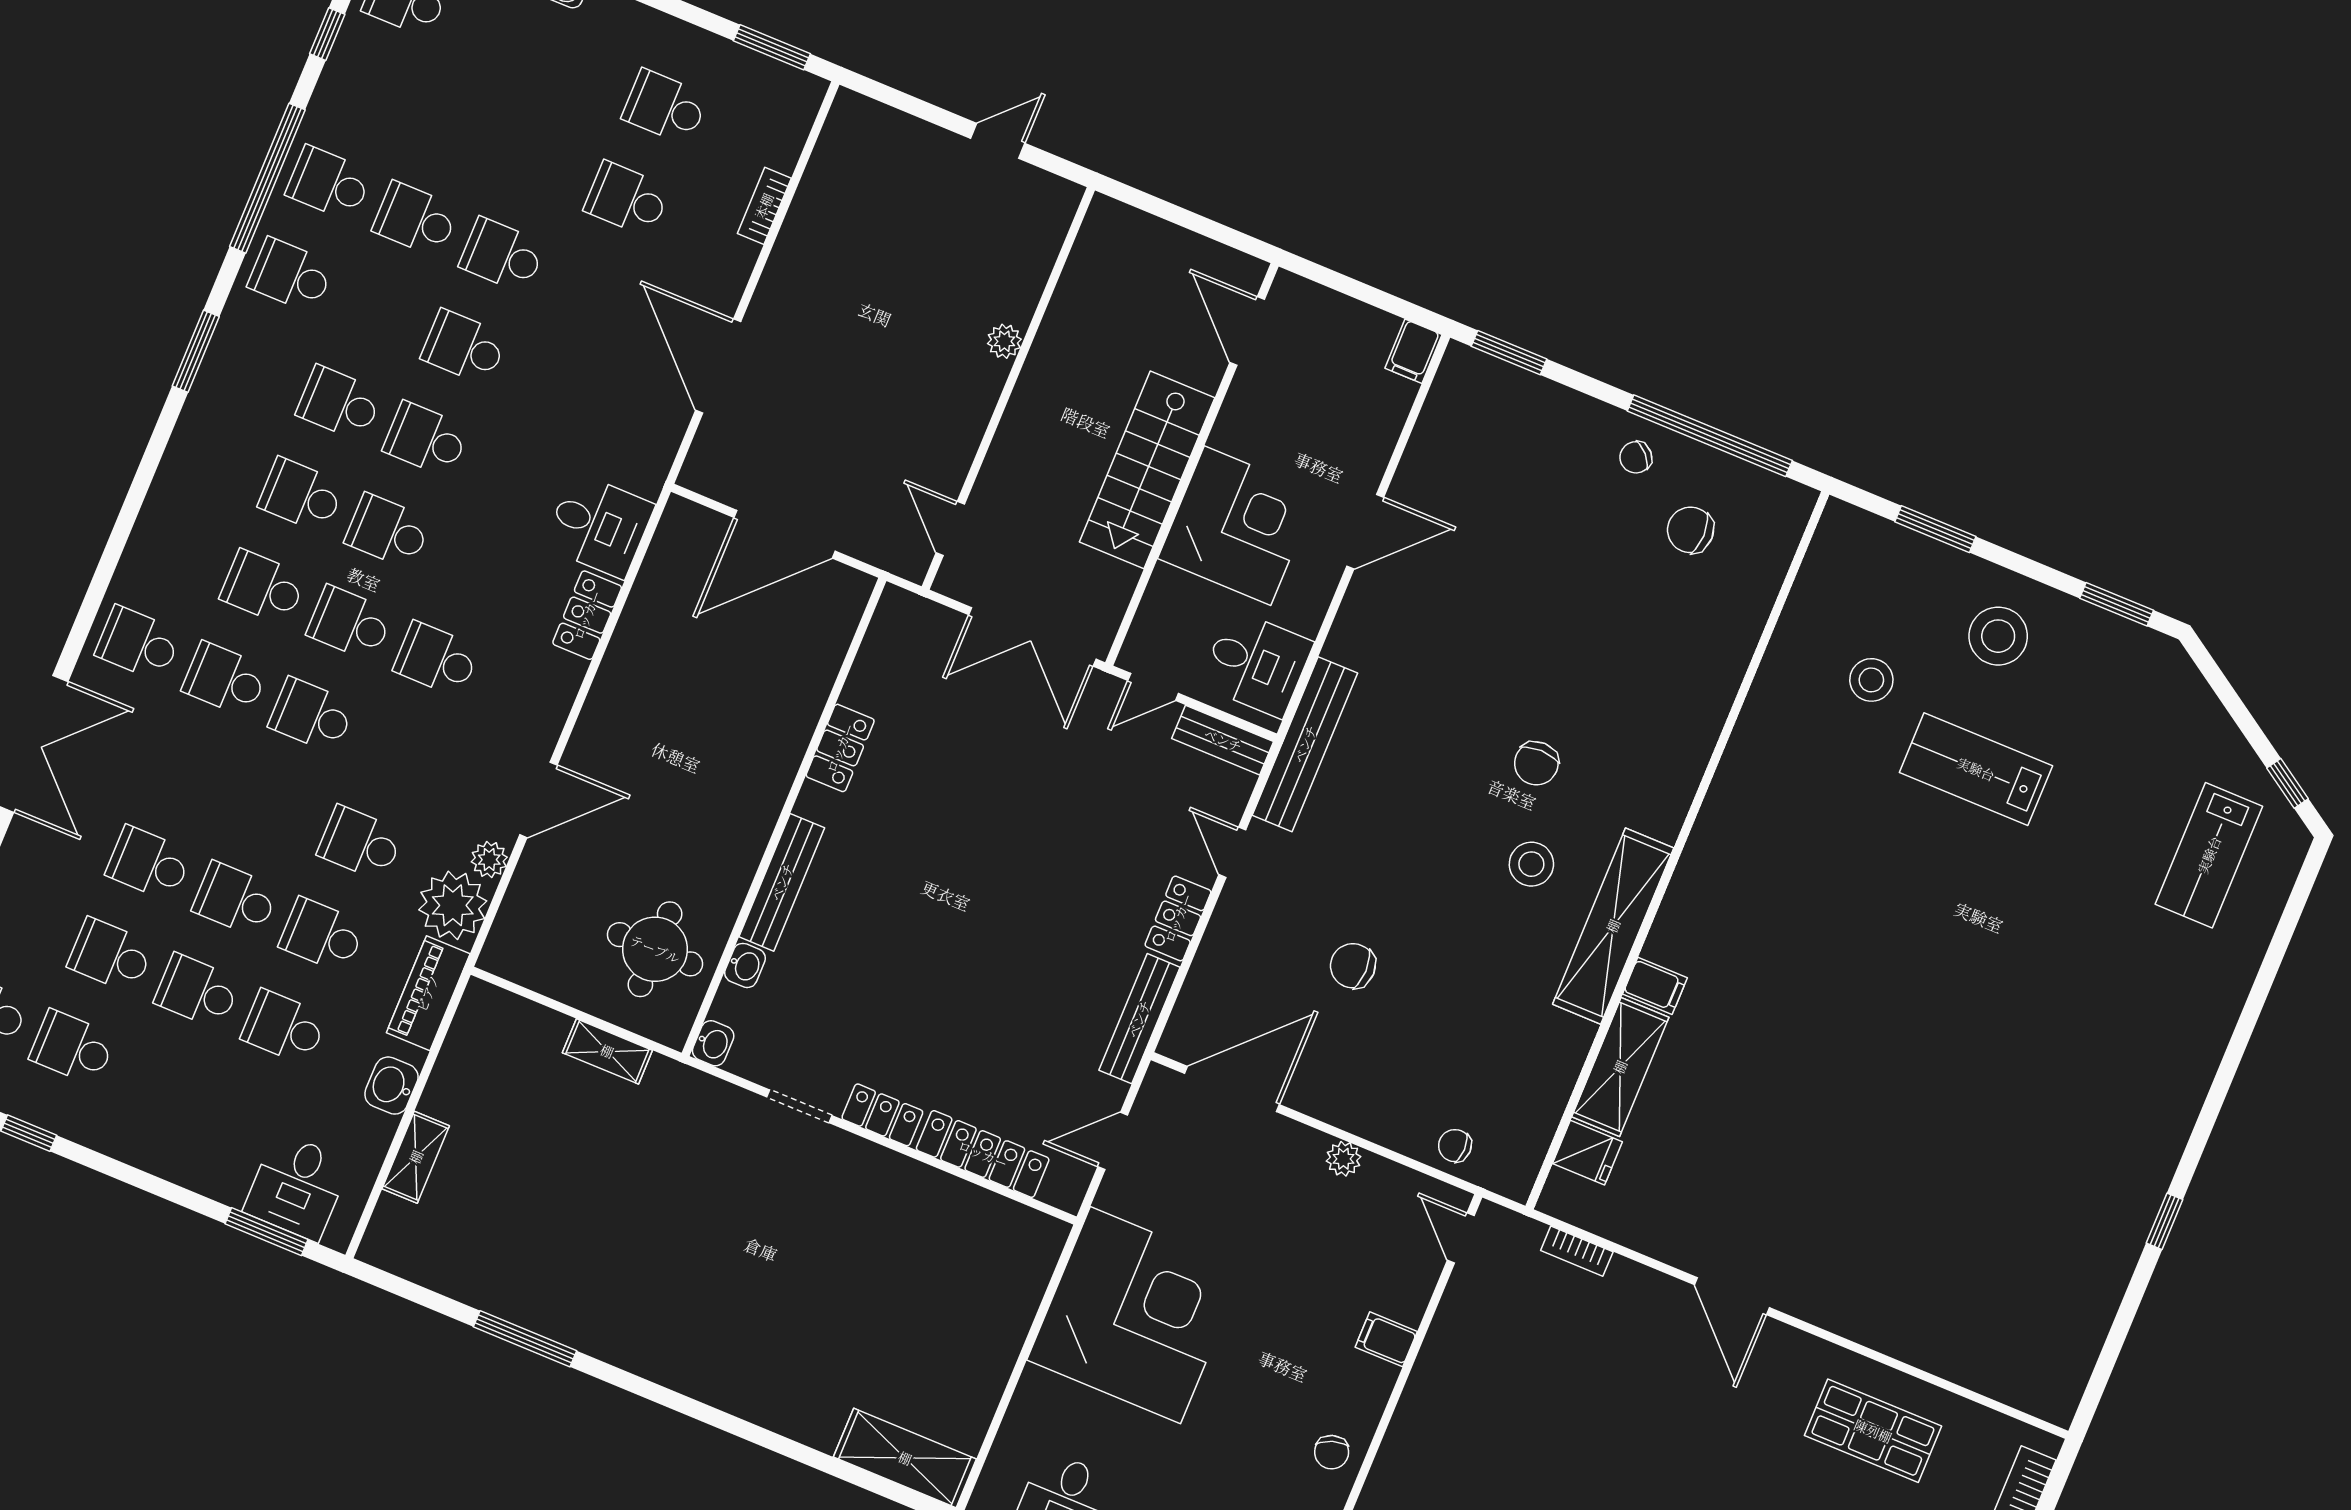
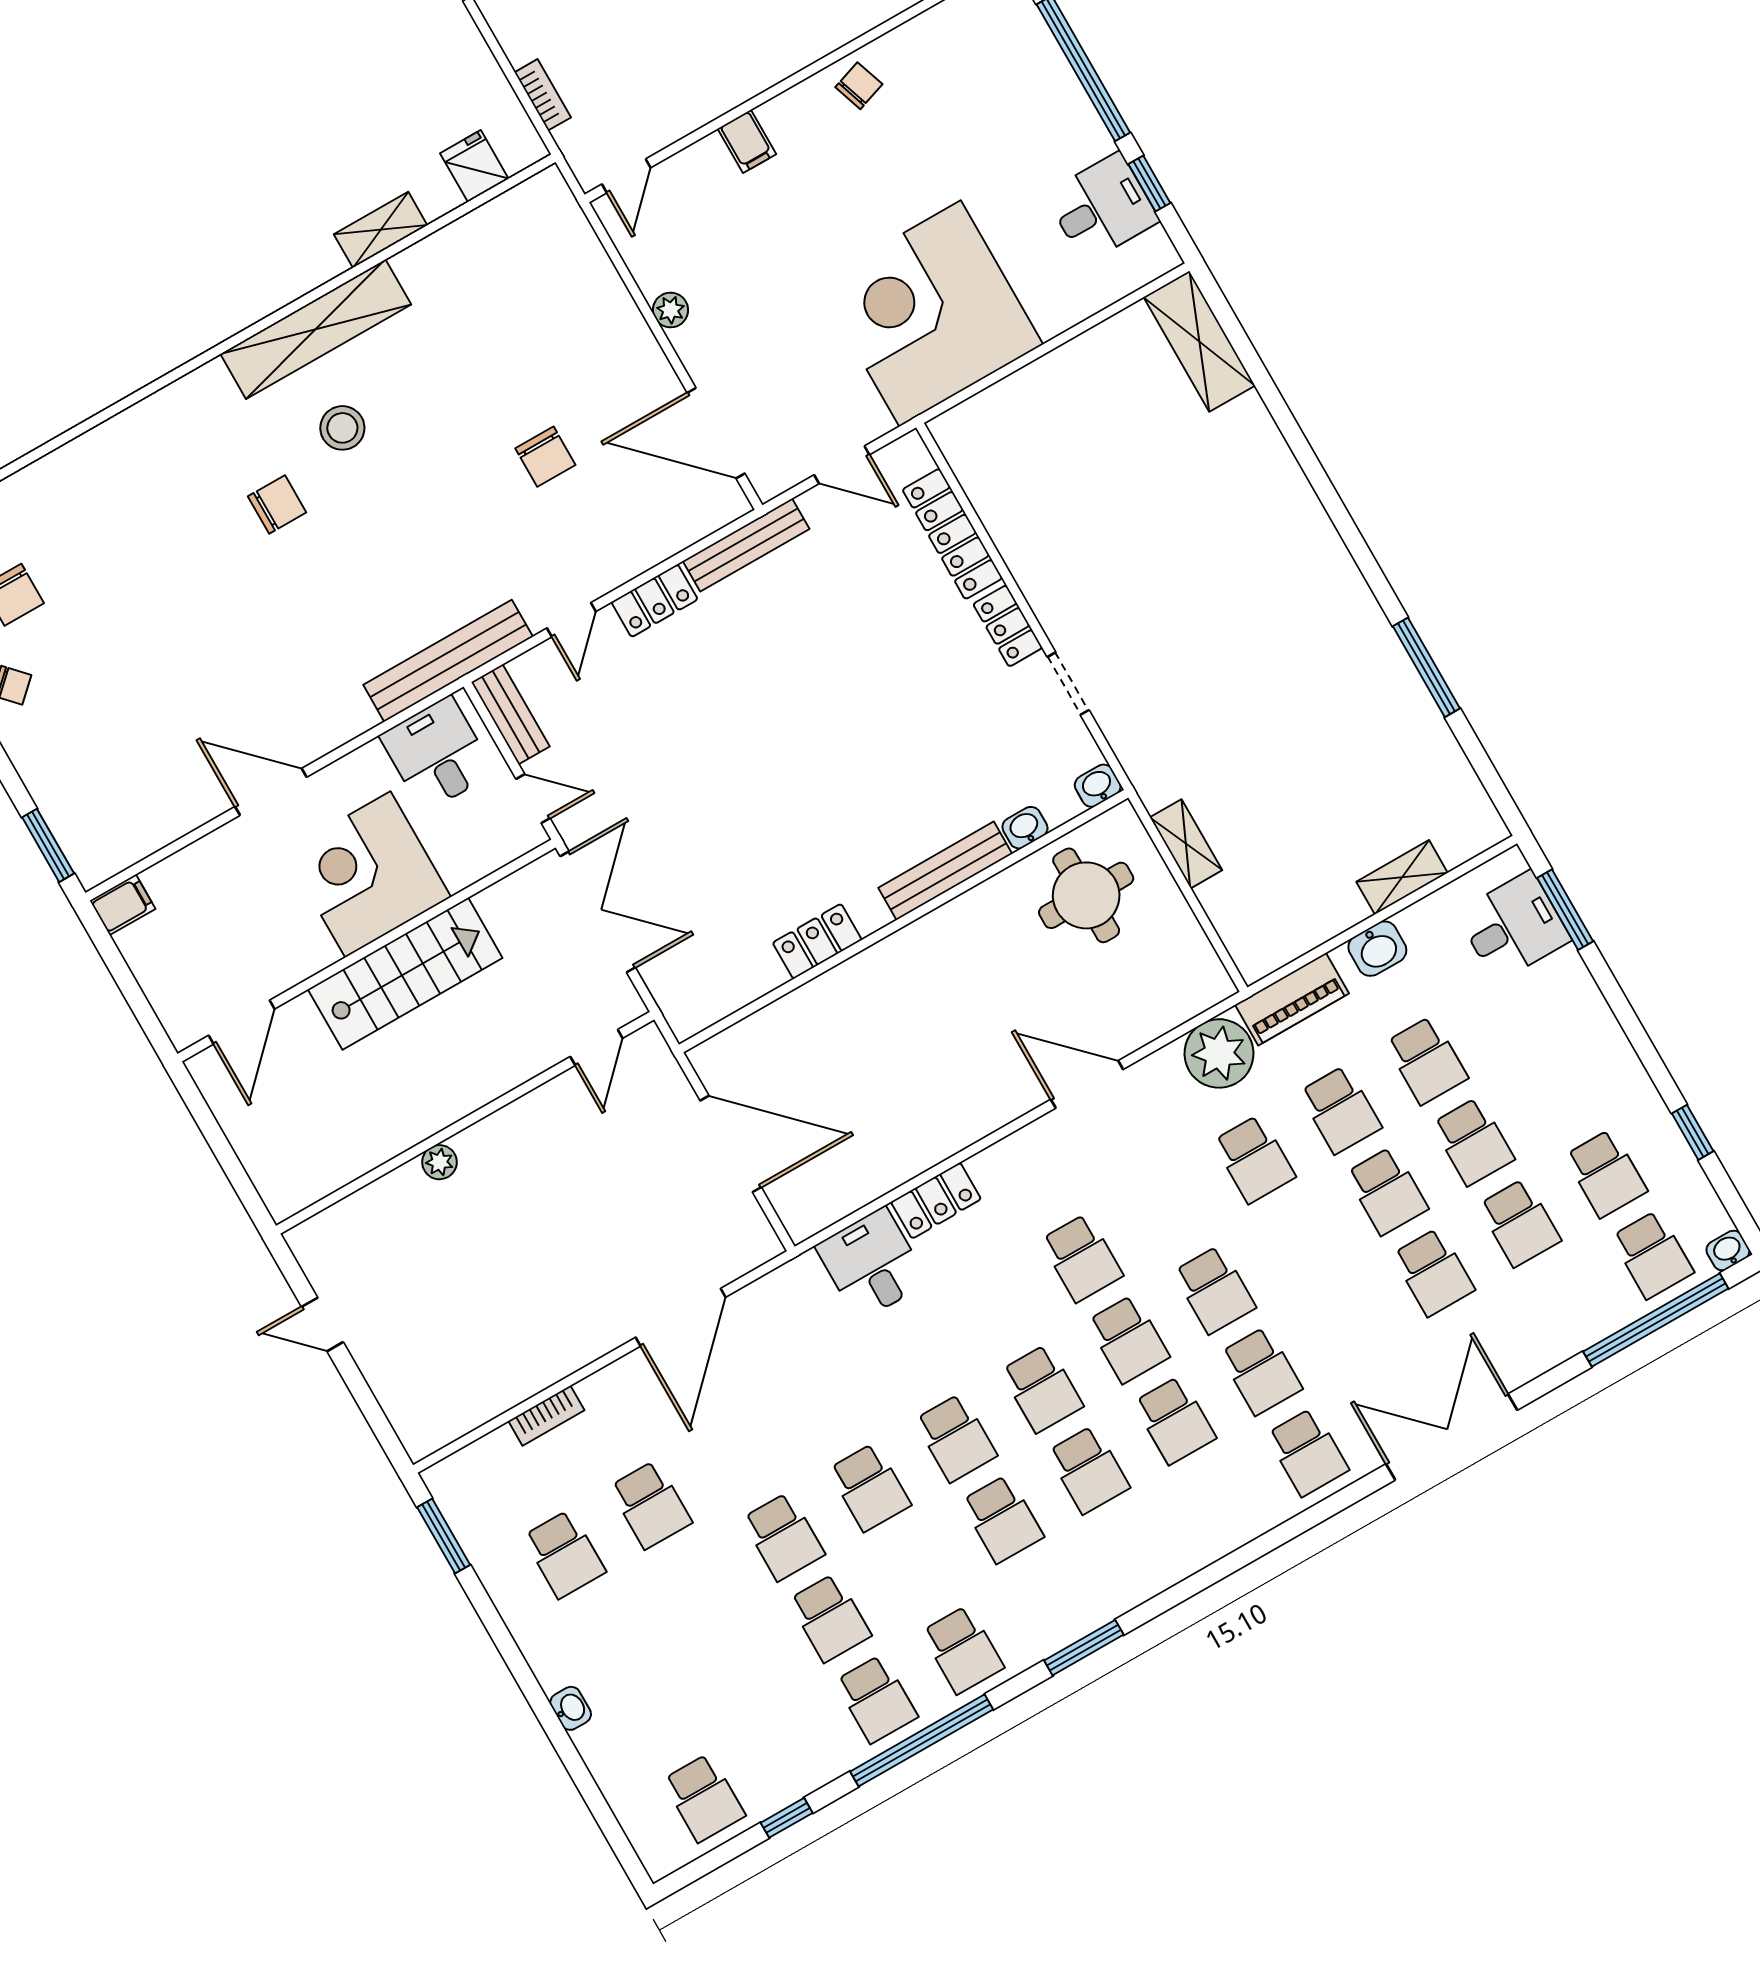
plant: (489, 860) -> (1162, 1067), removed
filing cabinet: (1655, 986) -> (319, 256), removed
shelving: (1620, 1067) -> (381, 230), width x0.67, depth x0.75
chair: (1455, 1146) -> (575, 252), removed

